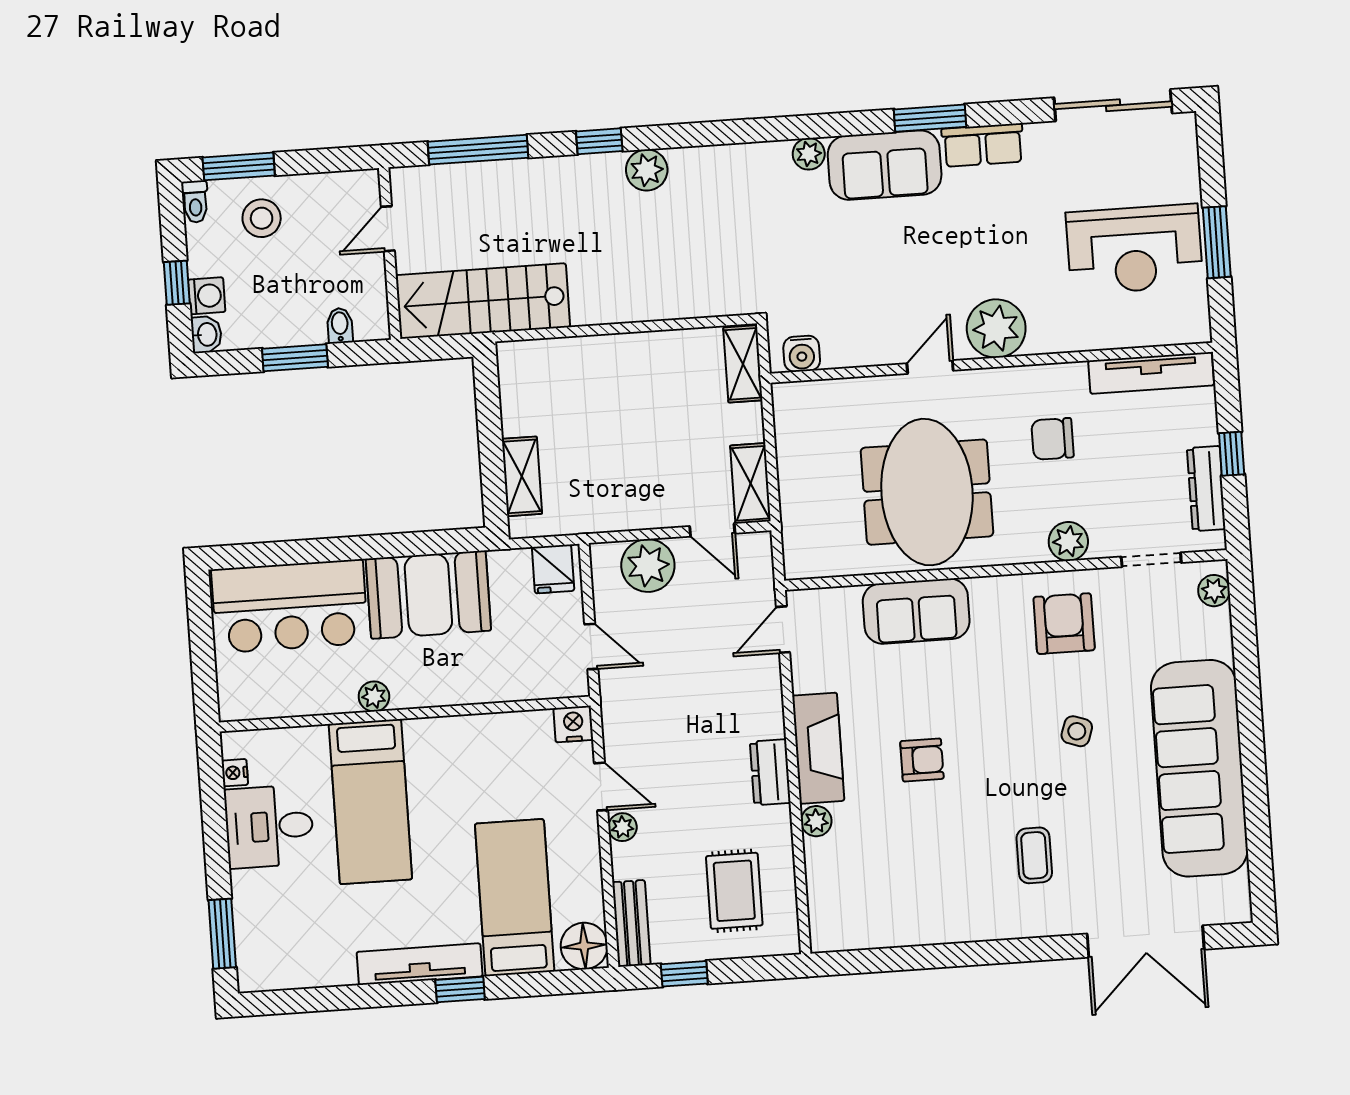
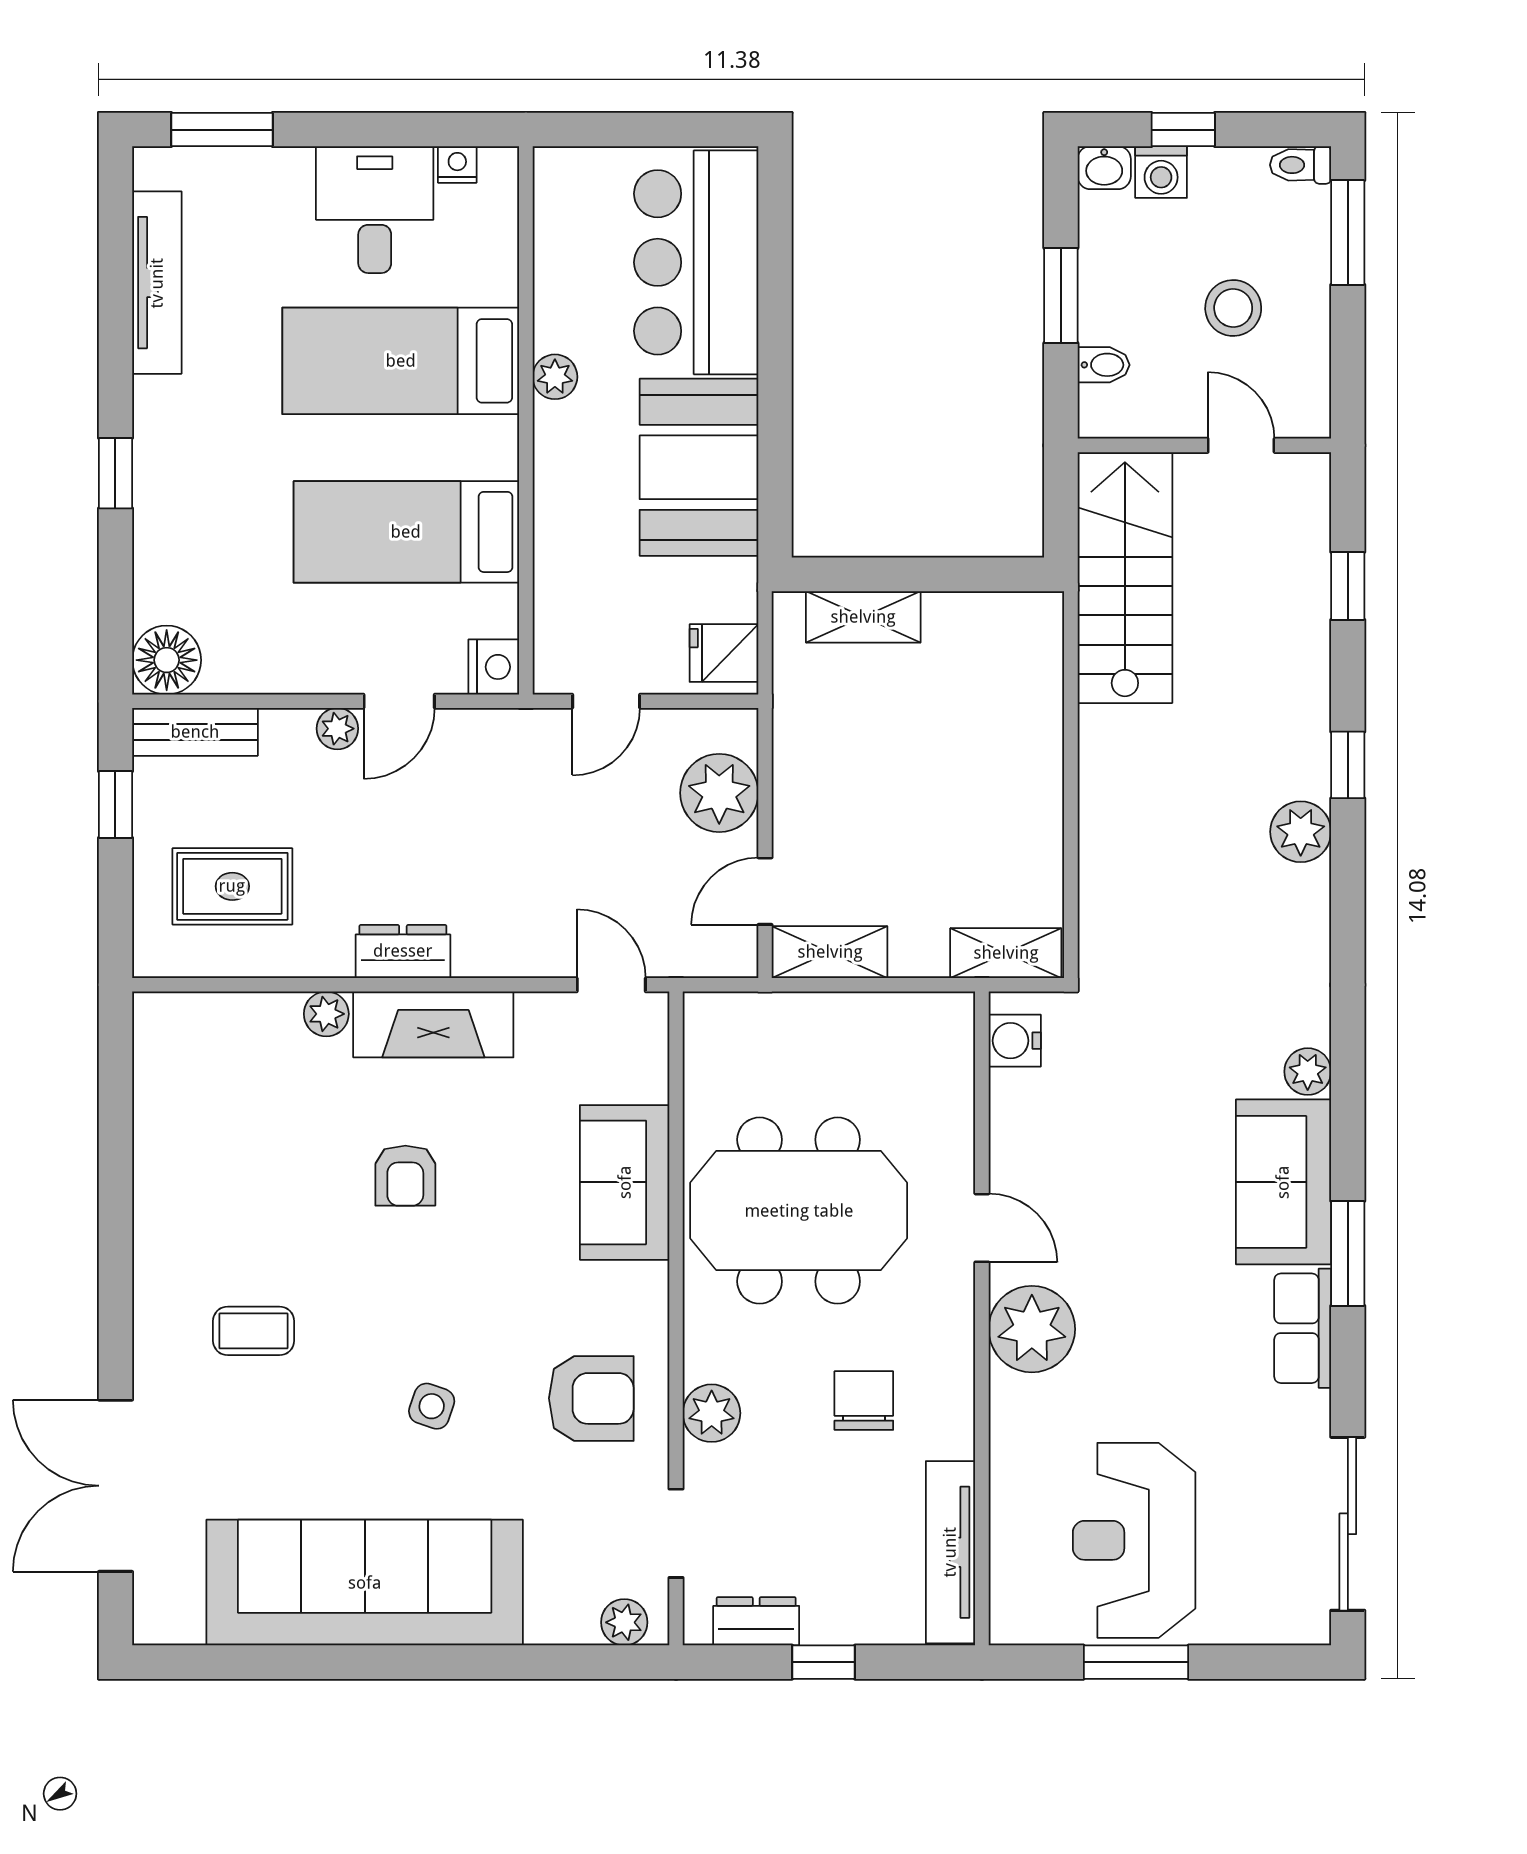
window: (478, 150) -> (1348, 586), width x0.46
stool: (262, 218) -> (1233, 308), moved
dresser: (1206, 489) -> (756, 1621), width x0.70
bed: (515, 898) -> (406, 532), moved, turned 180
tv unit: (420, 964) -> (157, 283), moved

